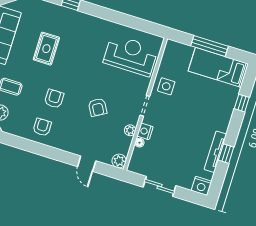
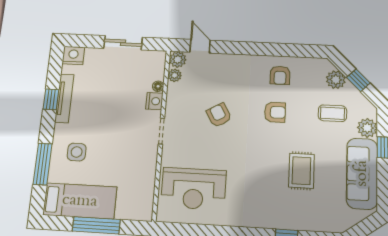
side table: (166, 86) -> (77, 152), moved
armchair: (54, 99) -> (275, 112), turned -90
window: (242, 103) -> (43, 164), width x2.17
plant: (130, 130) -> (175, 75), moved
door: (87, 164) -> (200, 46), moved

